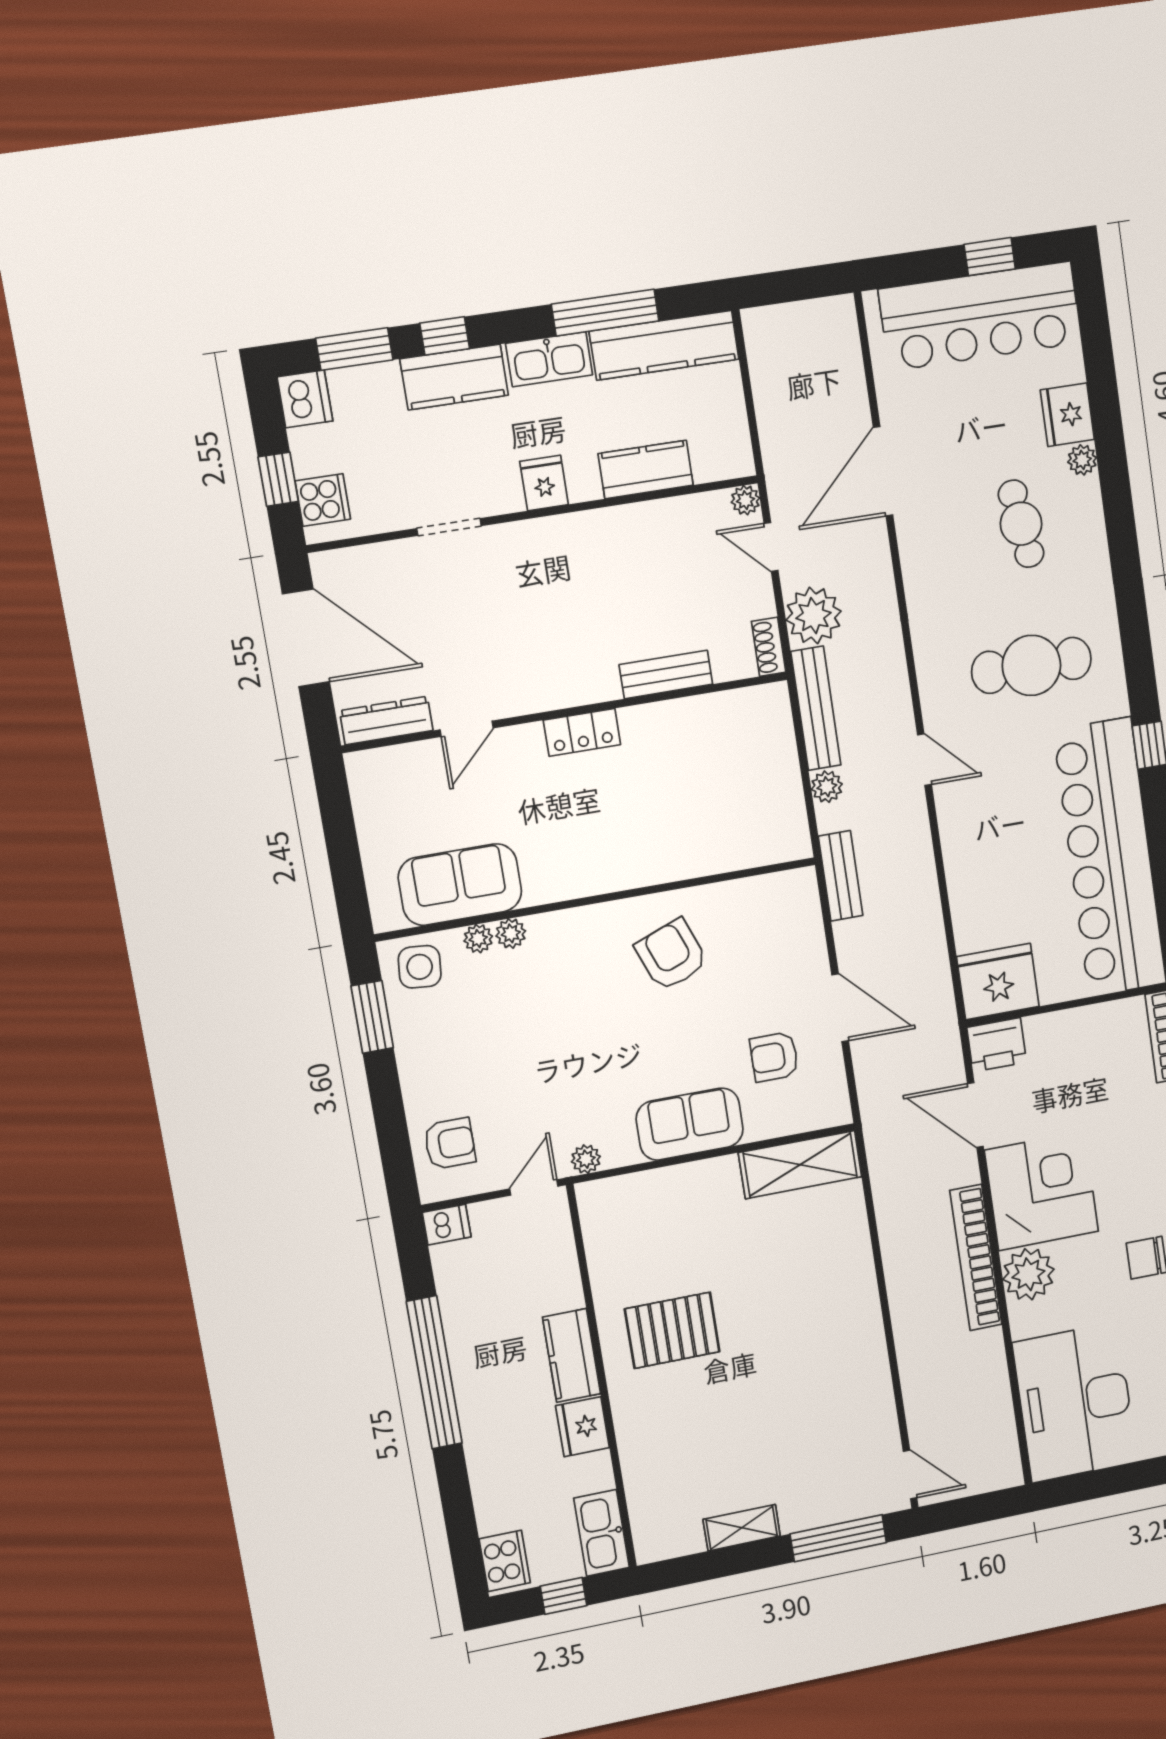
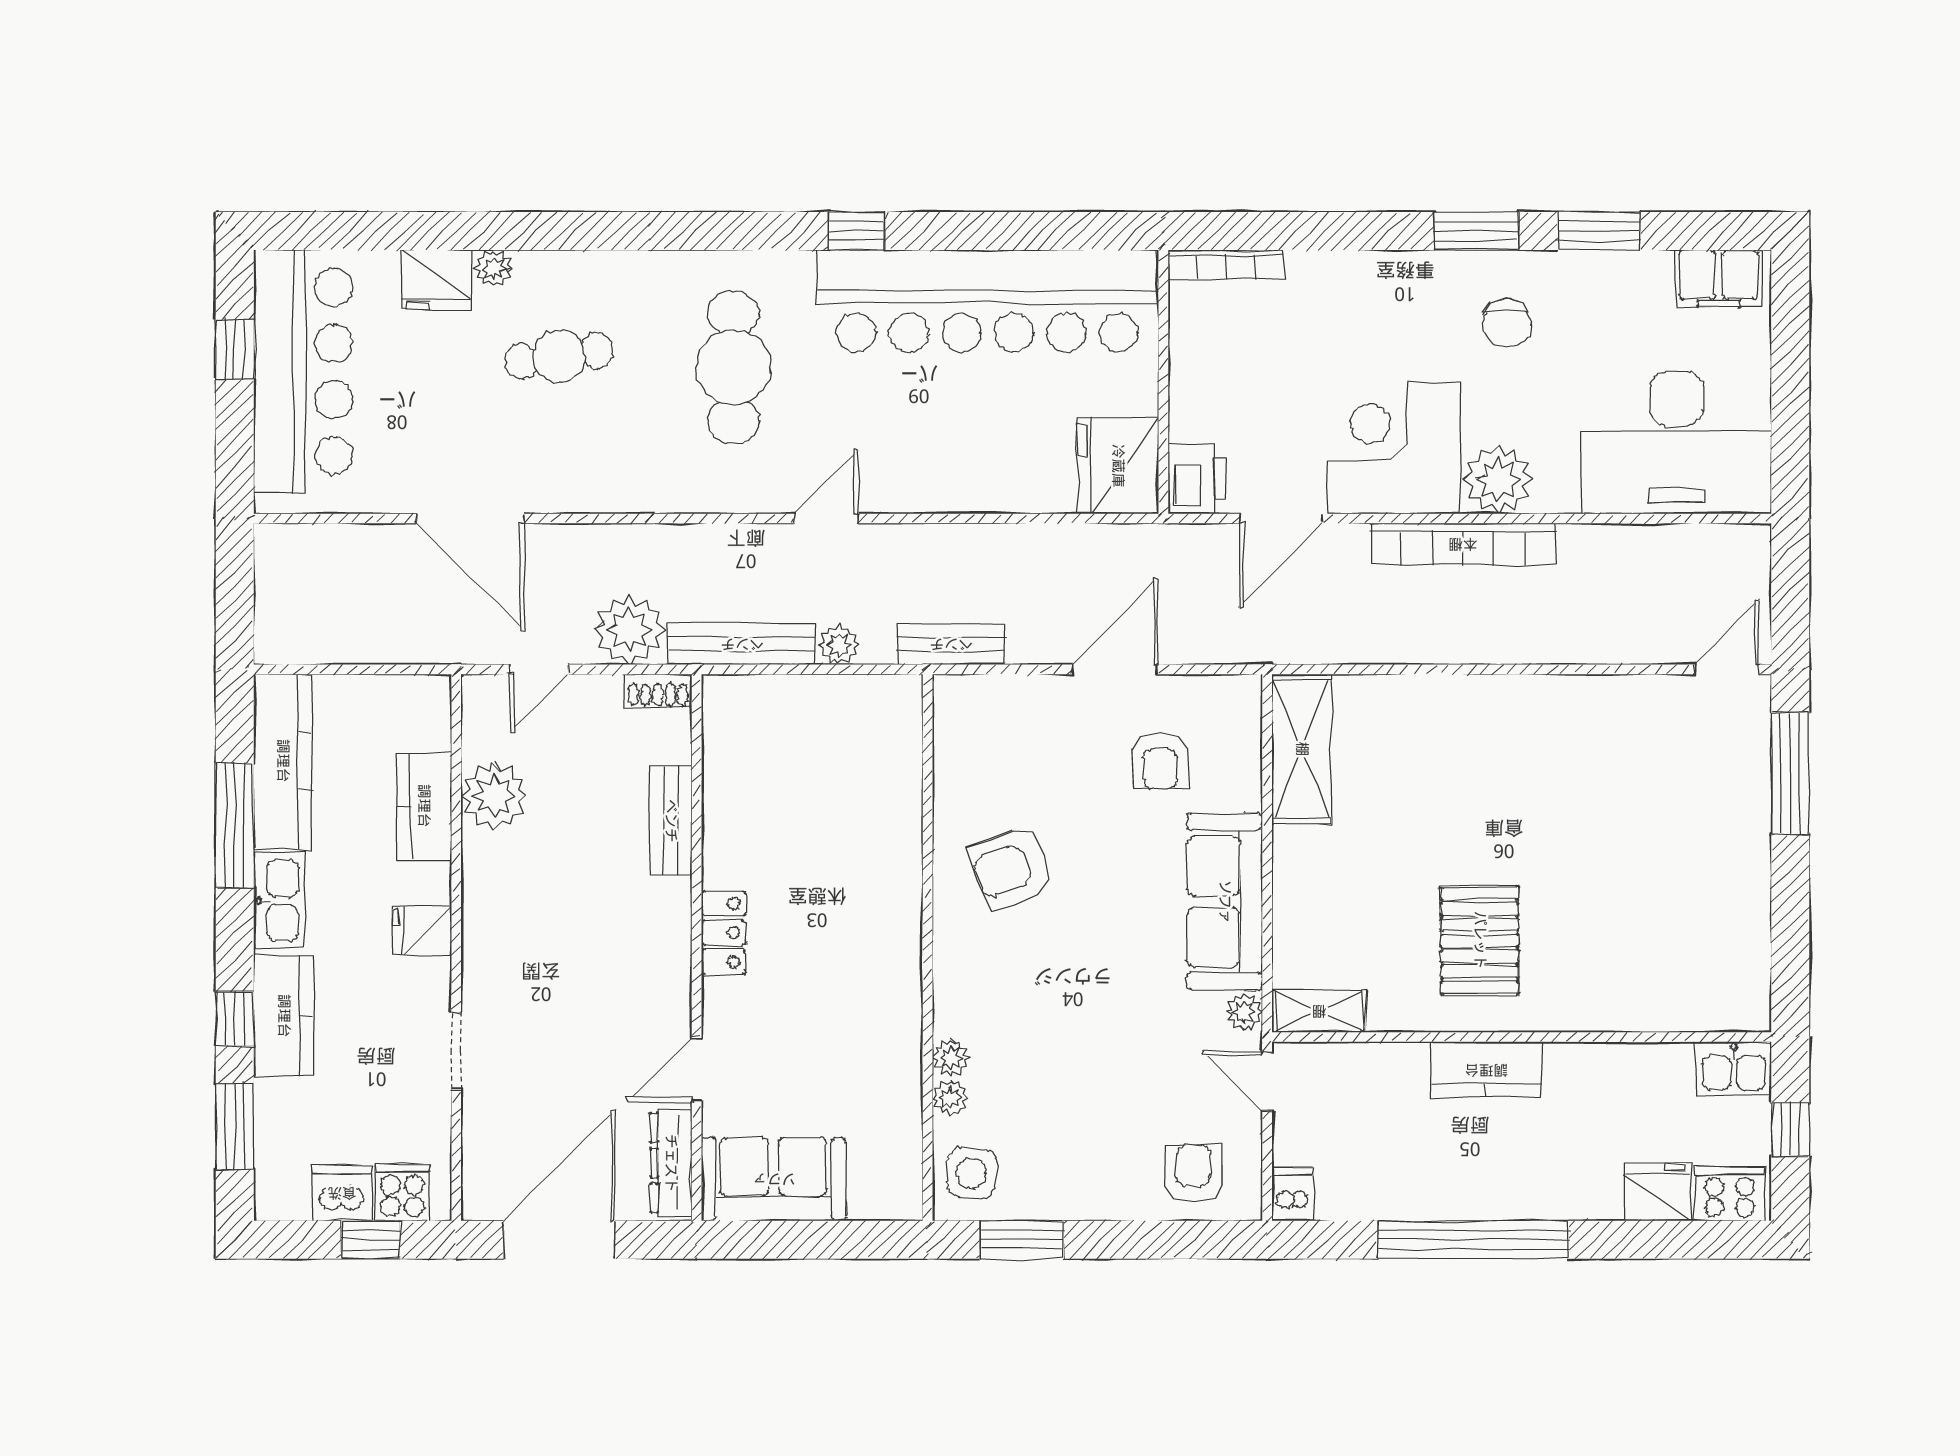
dishwasher: (305, 399) -> (342, 1193), moved
plant: (745, 500) -> (494, 796), moved, width x1.87, depth x1.87
door: (467, 729) -> (697, 1070), swing flipped
sofa: (460, 885) -> (774, 1179), moved, turned 90
sofa: (690, 1124) -> (1225, 902), width x1.36
fridge: (583, 1427) -> (1658, 1192), moved, turned 180
shelving: (742, 1528) -> (1319, 1011), moved, turned 90
kitchen sink: (602, 1533) -> (1734, 1069), width x0.73

